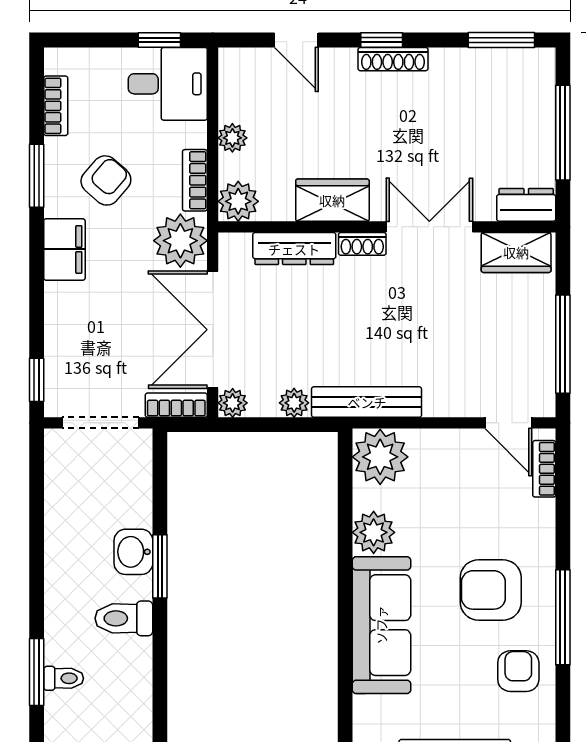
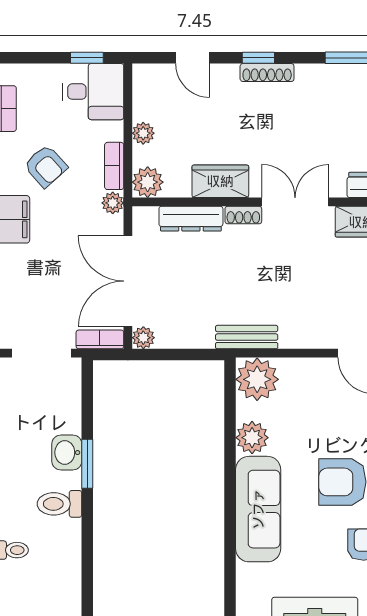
armchair: (106, 180) -> (46, 166), turned 97
plant: (180, 241) -> (113, 203), width x0.53, depth x0.53
bench: (367, 402) -> (247, 337), width x0.73
plant: (294, 403) -> (191, 338), removed

